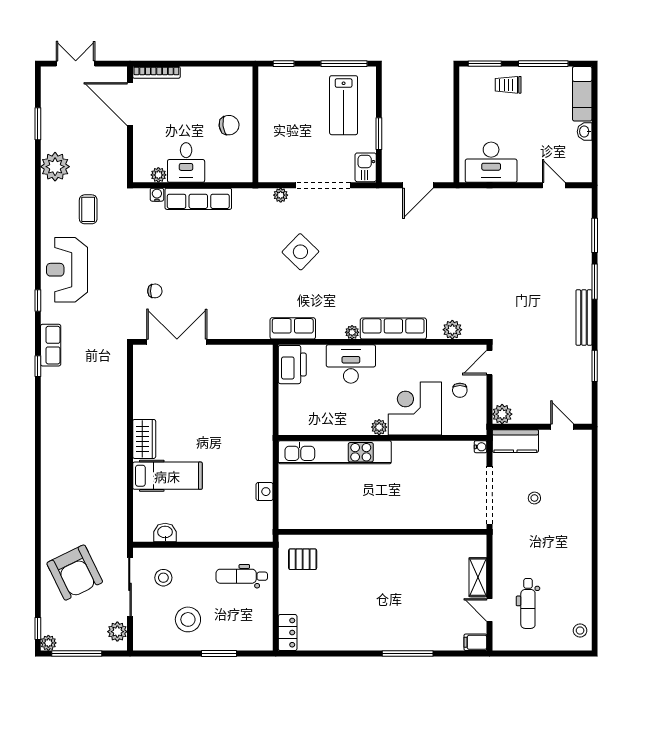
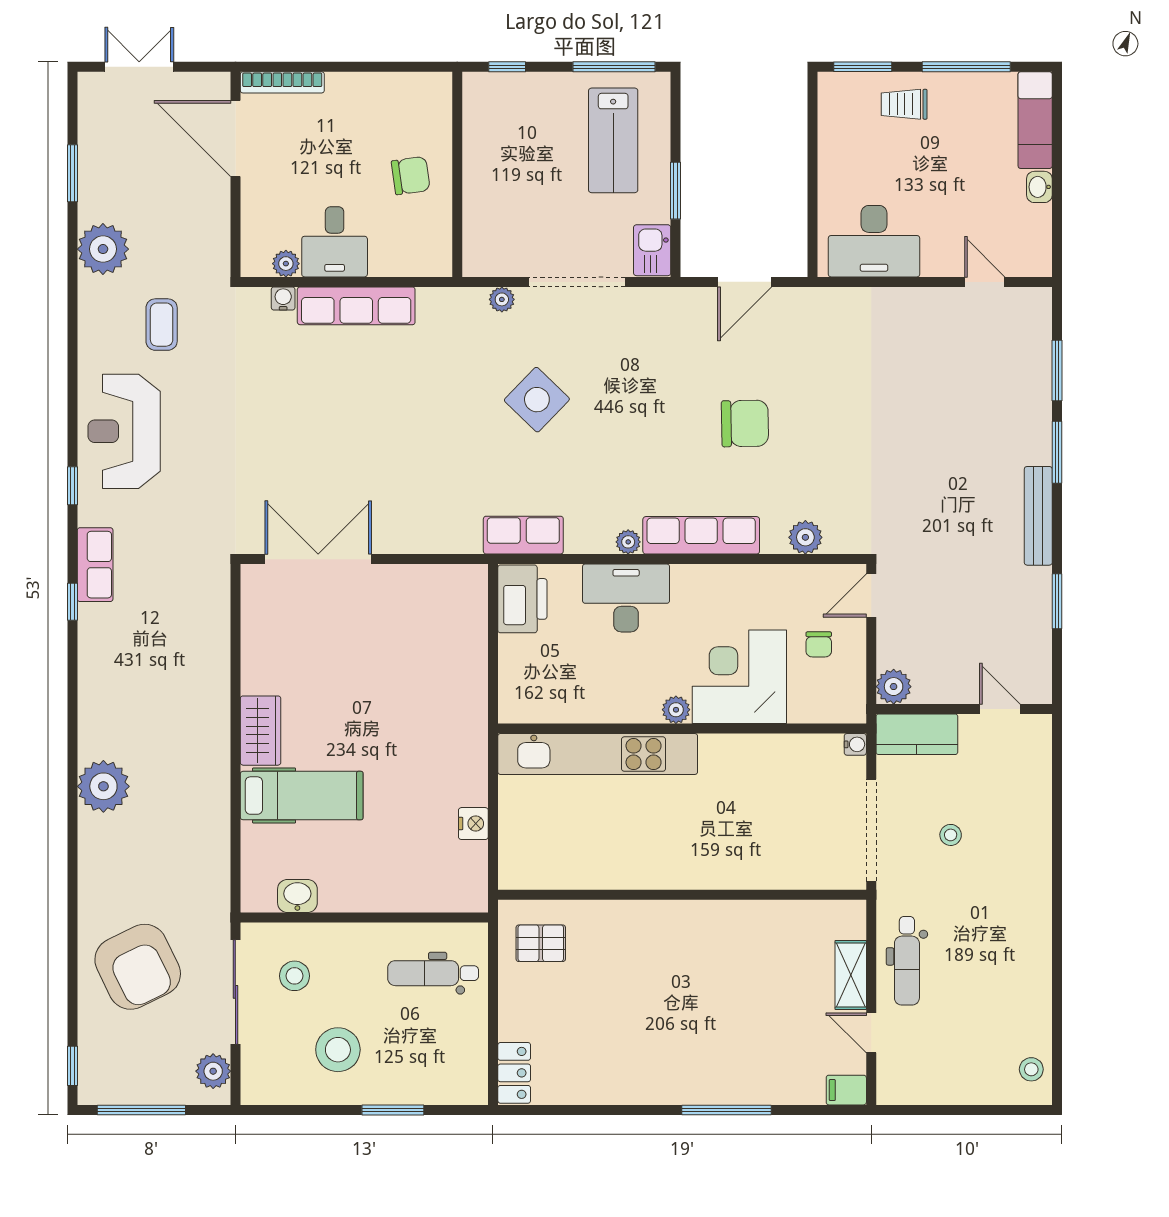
chair: (155, 291) -> (745, 423), moved, width x1.87, depth x1.87
dental chair: (528, 603) -> (907, 961), moved
plant: (48, 643) -> (103, 786), moved, width x1.88, depth x1.88

